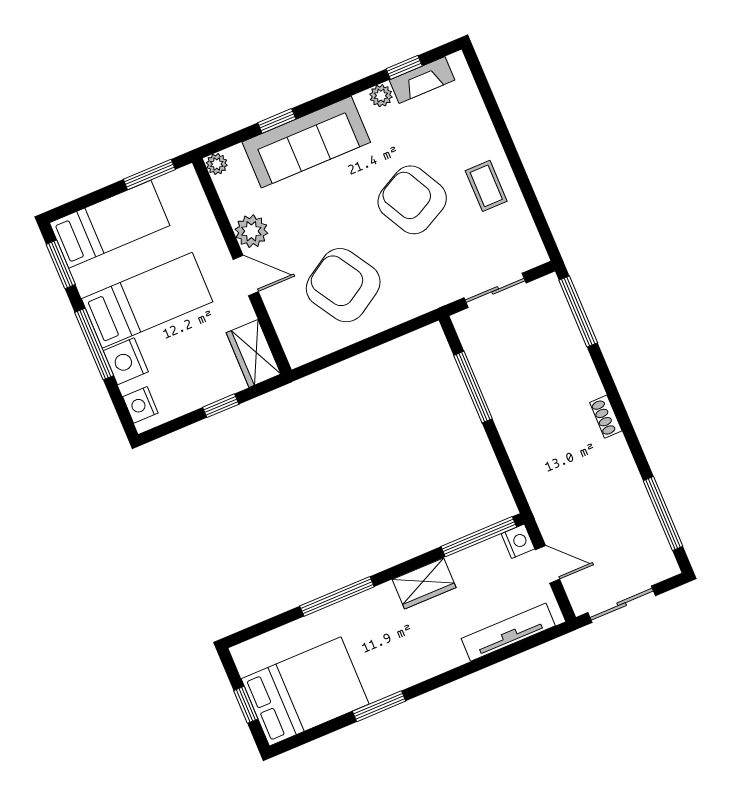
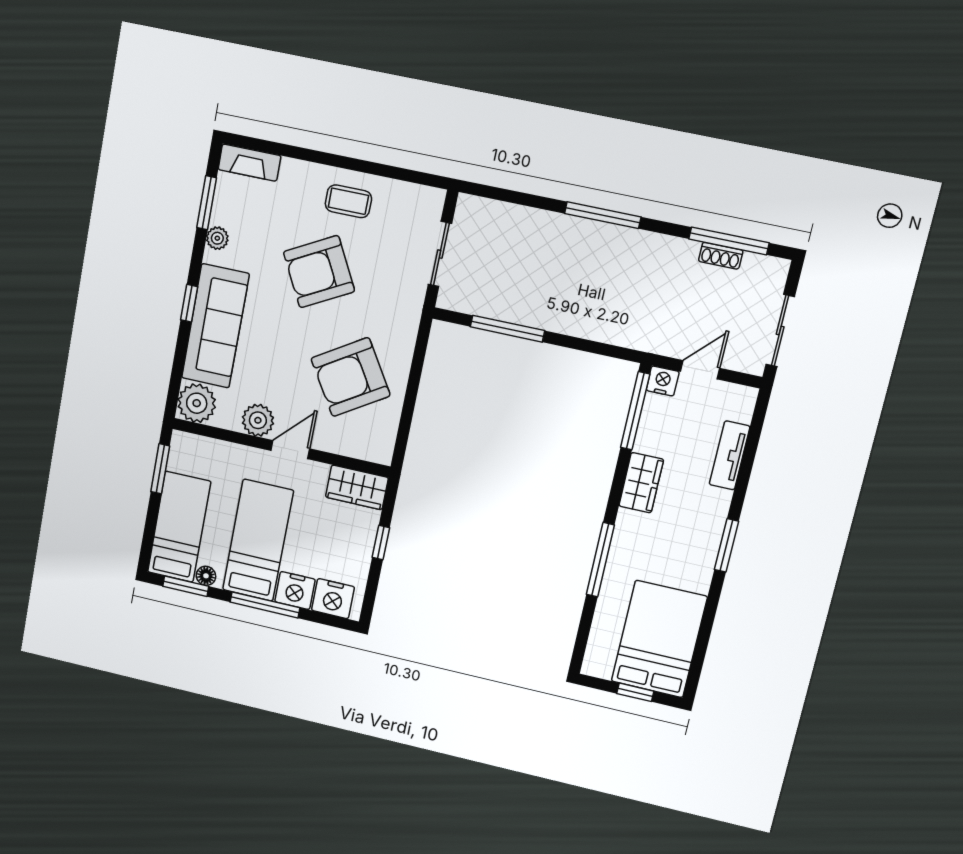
window: (404, 67) -> (207, 203), width x1.50
fireplace: (422, 80) -> (249, 163), moved, turned 90
window: (277, 121) -> (189, 303), moved
plant: (217, 164) -> (197, 403), width x1.88, depth x1.88
floor lamp: (83, 276) -> (206, 576), added
window: (578, 312) -> (603, 215), moved
nightstand: (140, 405) -> (333, 599), width x1.36, depth x1.33
shoe rack: (606, 417) -> (721, 256), moved
tv unit: (508, 632) -> (730, 455), width x0.71
window: (379, 706) -> (727, 545), moved

